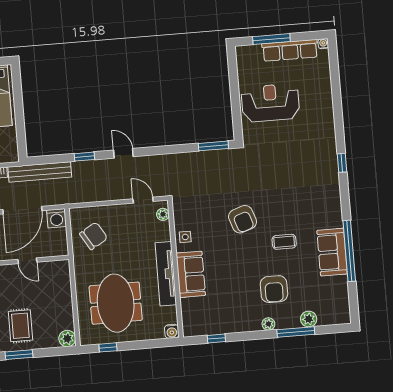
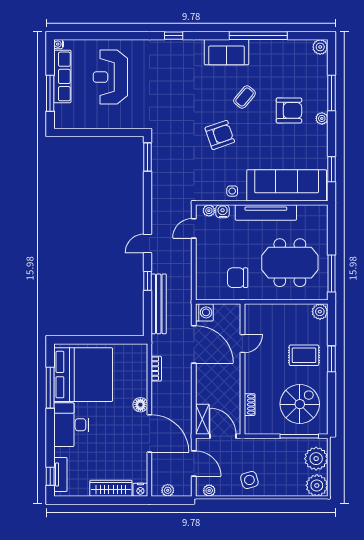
reception desk: (270, 103) -> (110, 77), moved
bench: (40, 172) -> (159, 304), moved
chair: (94, 236) -> (238, 278), moved, turned -59
coffee table: (284, 242) -> (245, 97), turned 40
sofa: (332, 252) -> (227, 52), moved
sofa: (191, 274) -> (287, 185), width x1.85, depth x1.27
plant: (309, 319) -> (320, 47), moved
water cooler: (172, 331) -> (223, 211), moved, turned -90
window: (216, 338) -> (332, 169), width x1.50
window: (108, 347) -> (332, 273), width x2.17

